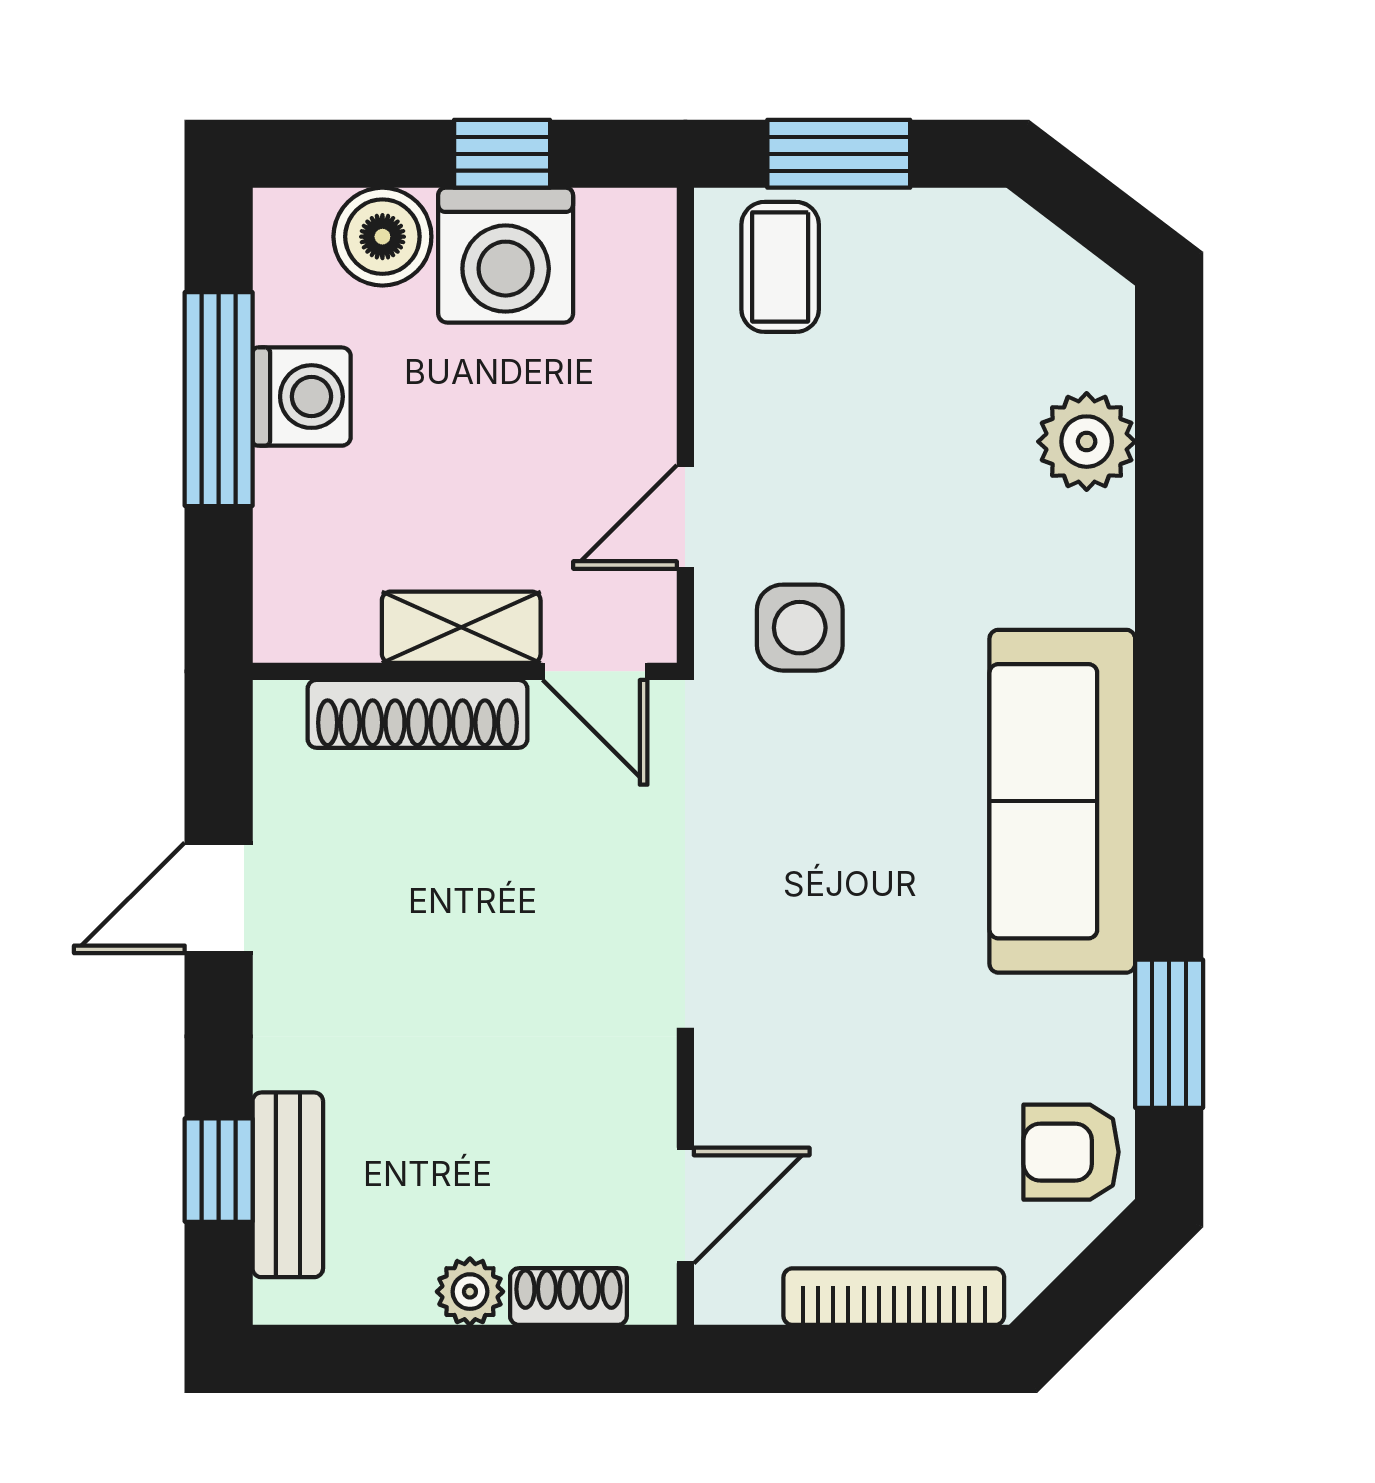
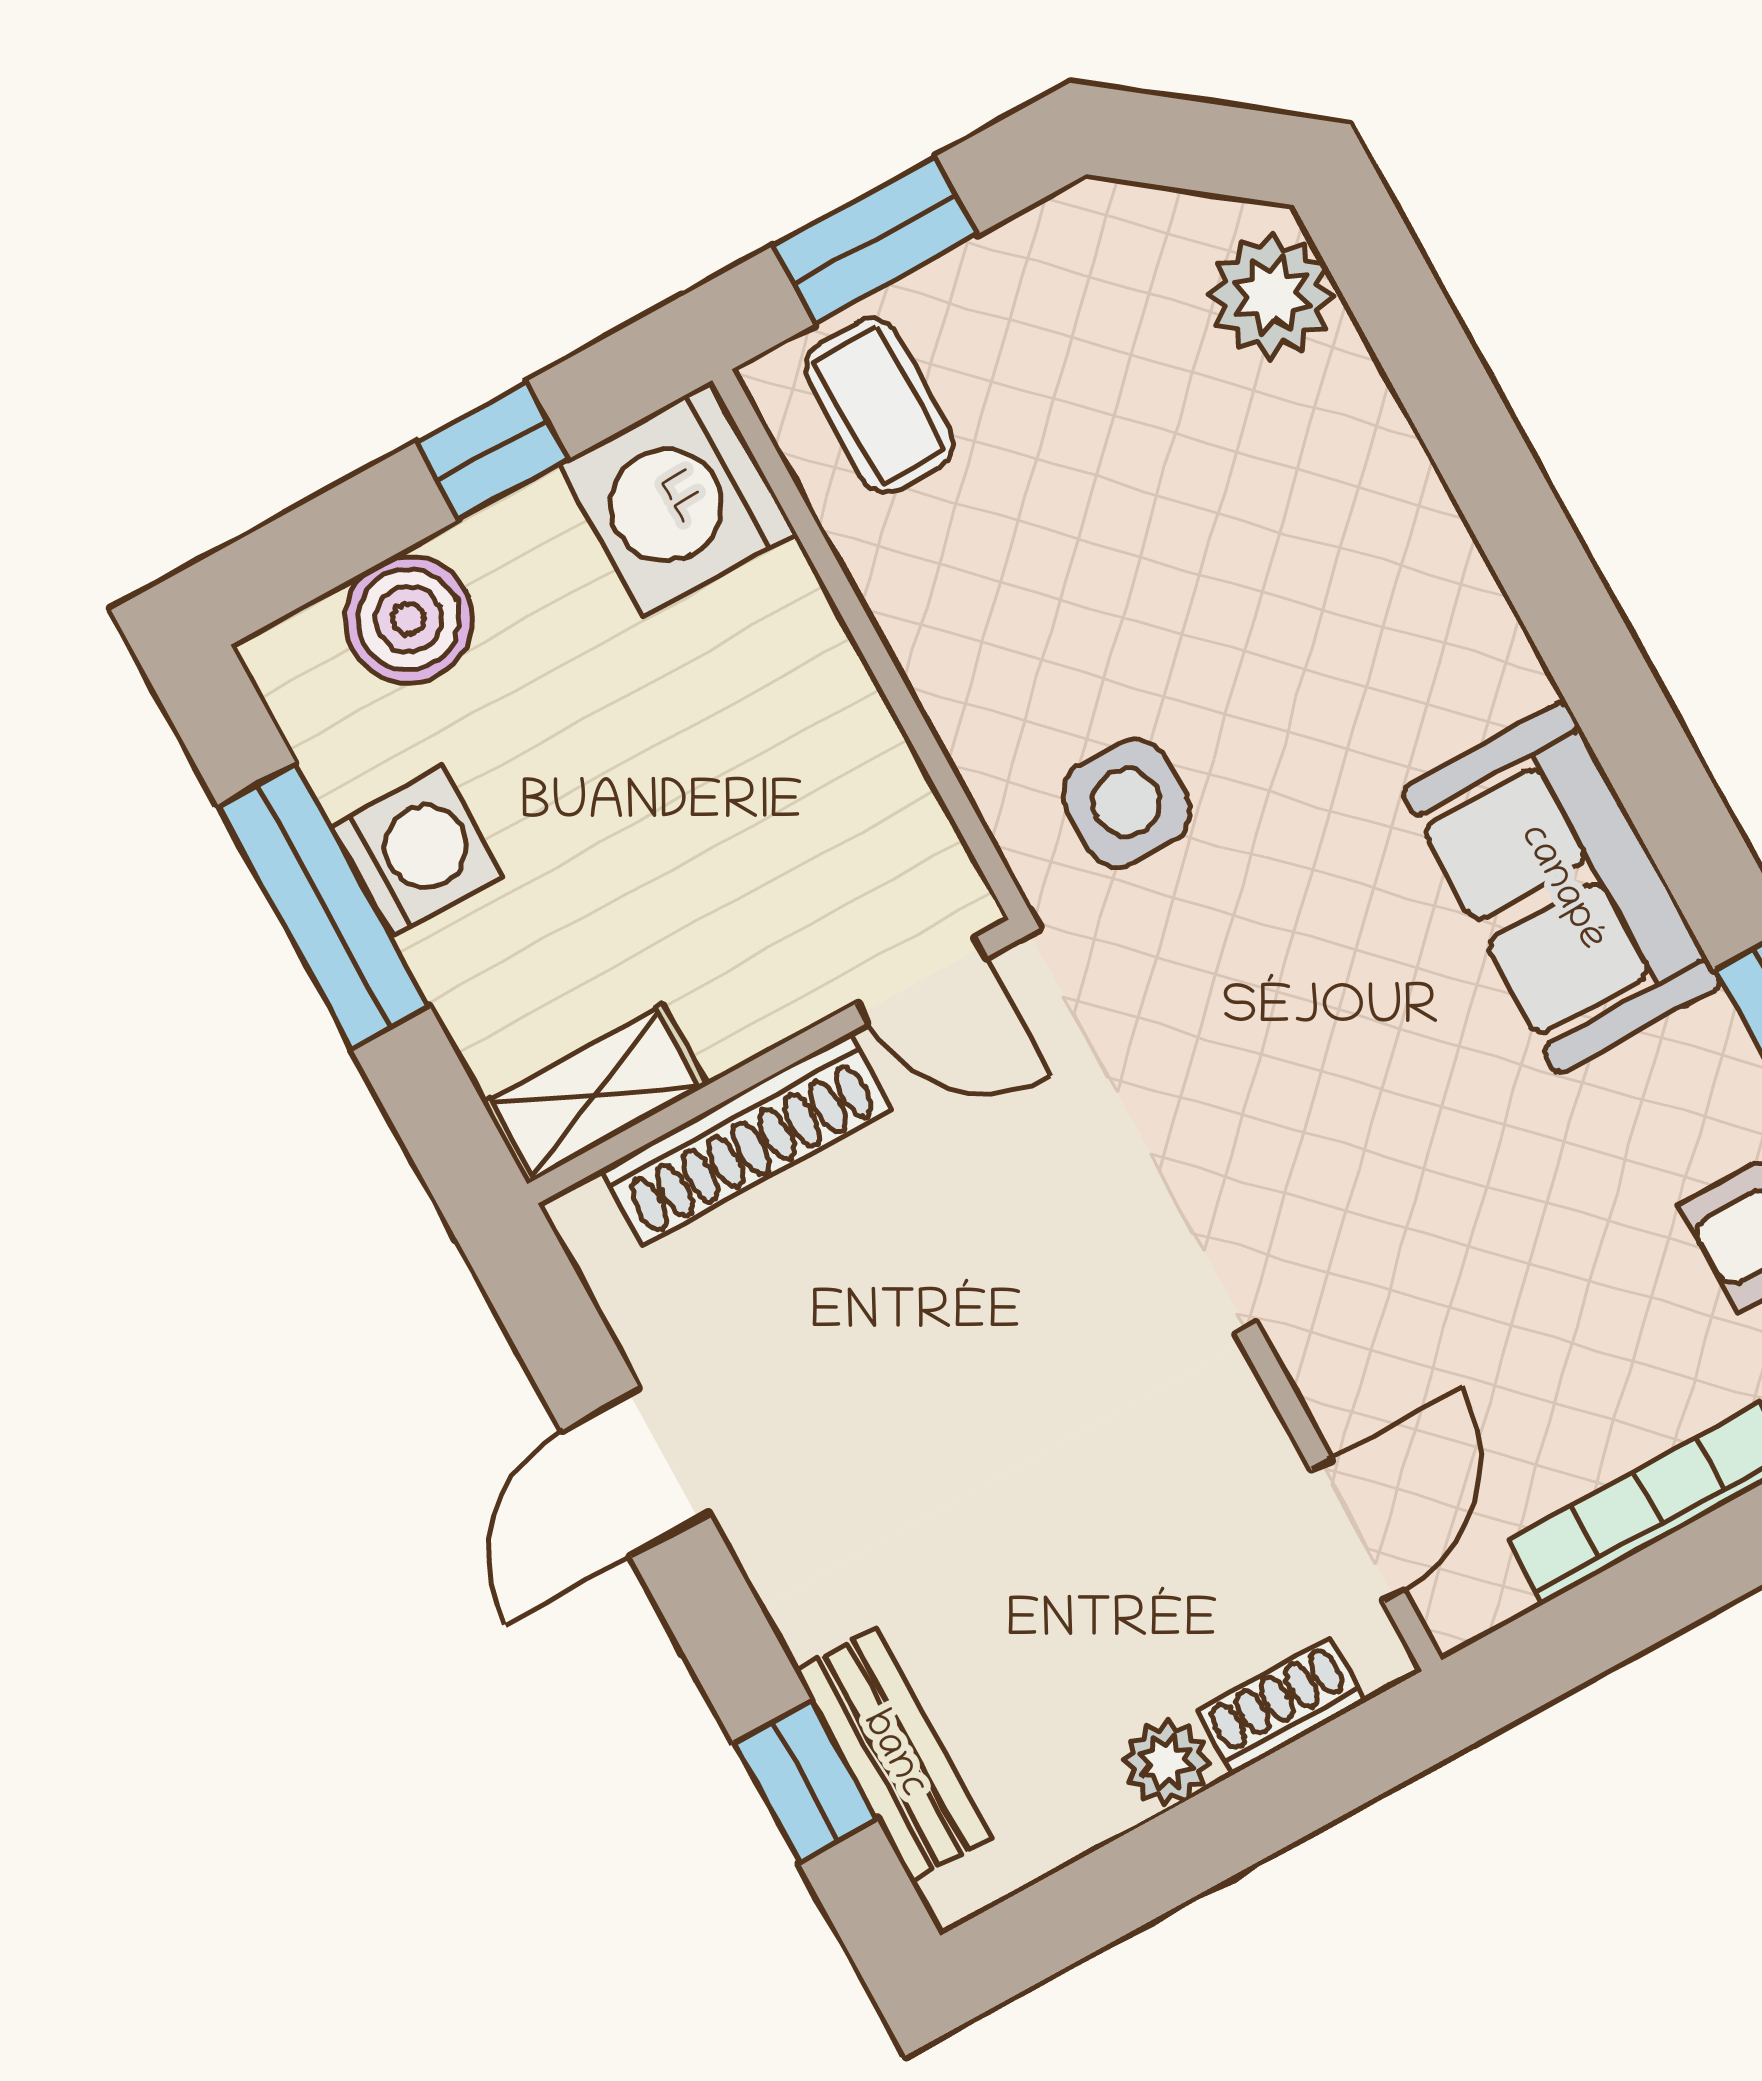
washing machine: (506, 255) -> (678, 499), moved, turned 90
plant: (1087, 442) -> (1272, 295), moved
door: (685, 517) -> (928, 748), removed
shelving: (461, 627) -> (595, 1094), moved
sofa: (1062, 801) -> (1561, 888), width x0.73

